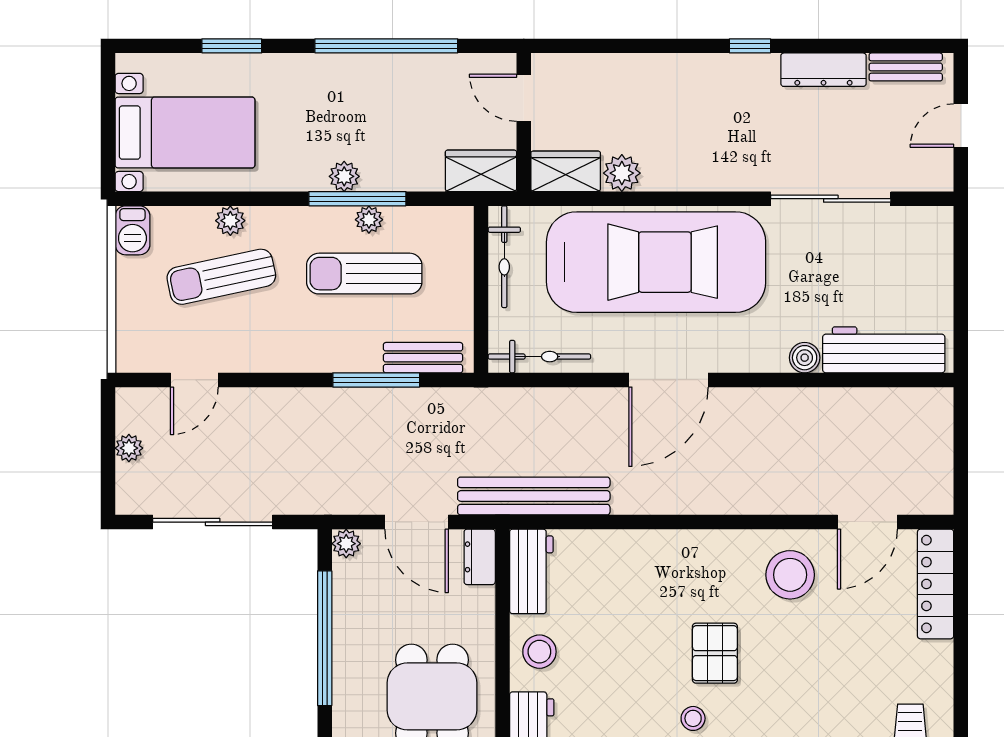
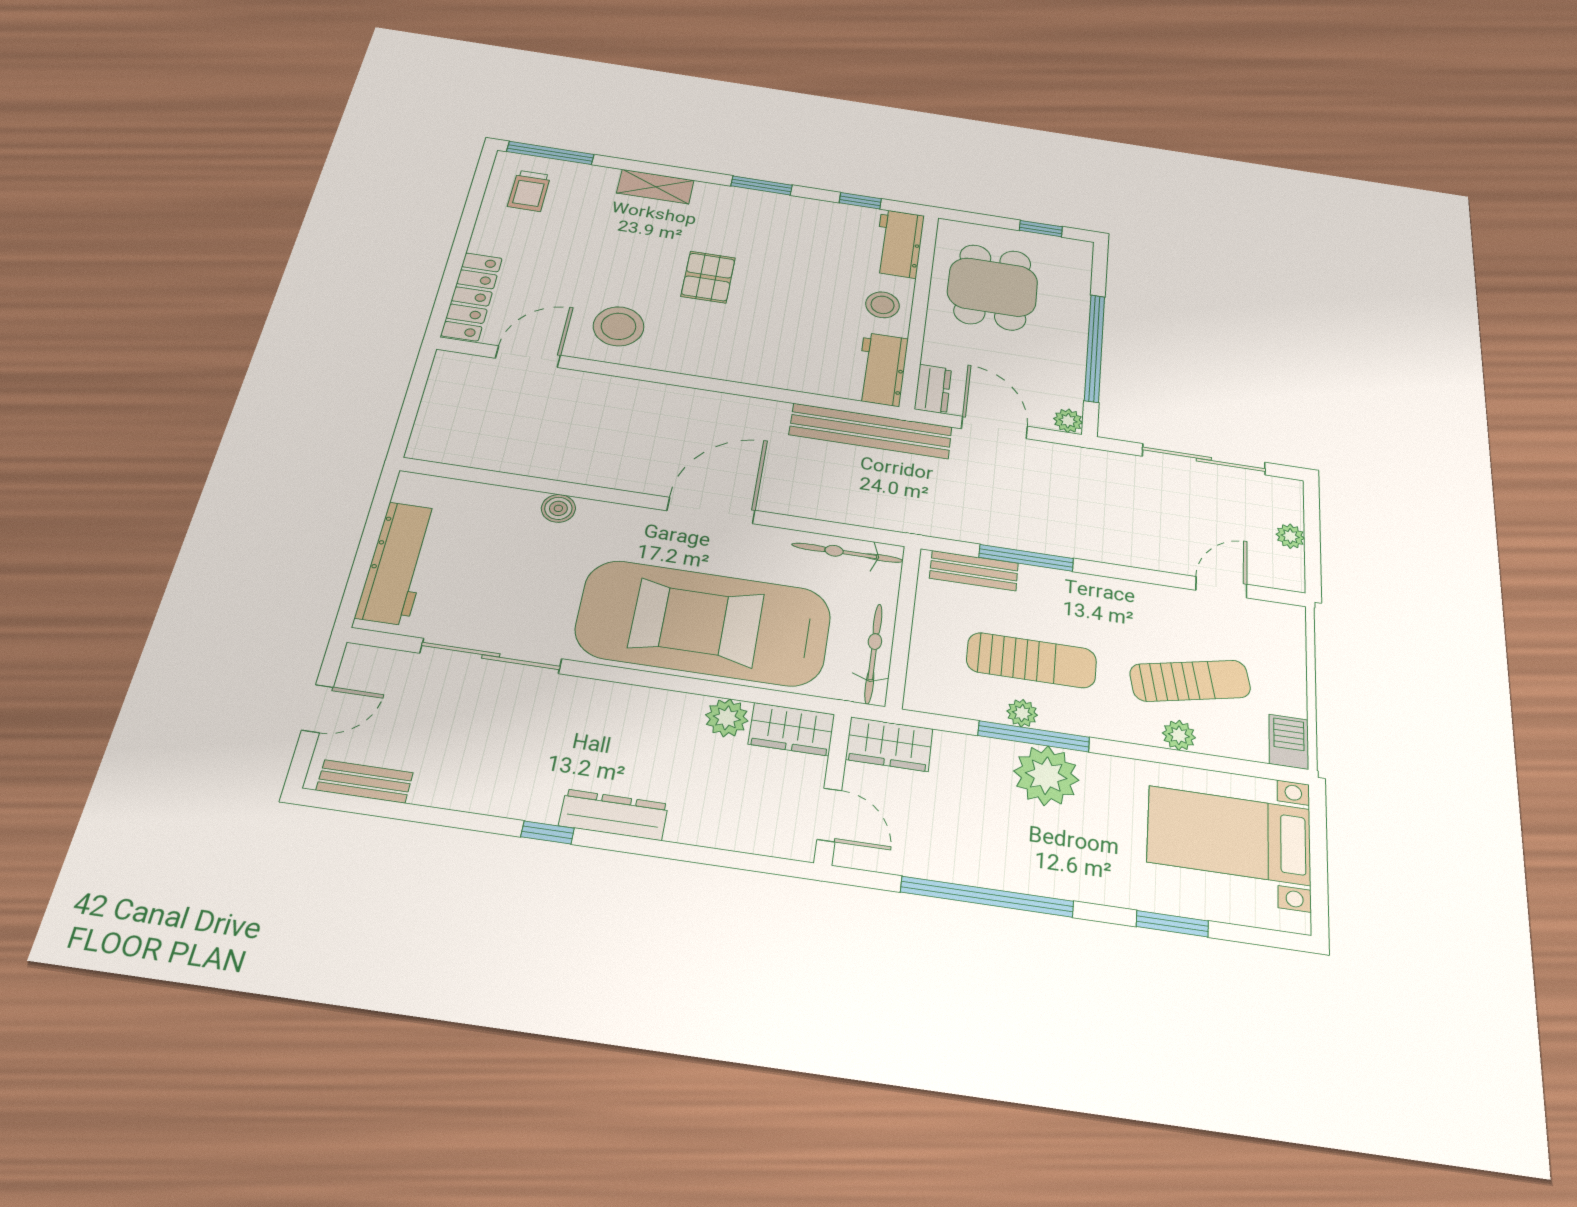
dresser: (823, 70) -> (614, 815), moved
plant: (344, 176) -> (1046, 776), width x1.88, depth x1.88
workbench: (884, 350) -> (398, 563), moved, turned -90
stool: (693, 718) -> (740, 232), removed

